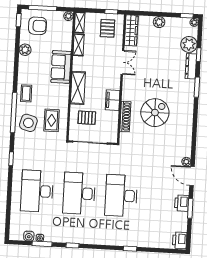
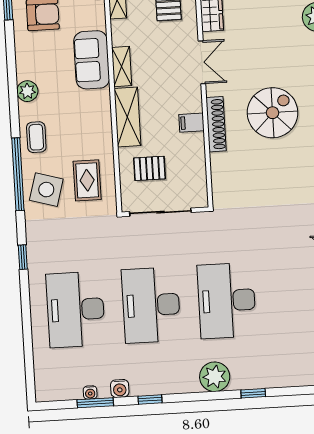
shelving: (79, 45) -> (122, 66), moved
plant: (25, 50) -> (27, 91), moved
sofa: (61, 67) -> (92, 60), moved
filing cabinet: (113, 100) -> (191, 123), width x0.50
spiral stairs: (155, 113) -> (273, 113), moved
shoe rack: (125, 116) -> (216, 124), moved
water cooler: (29, 236) -> (120, 388), moved
plant: (110, 237) -> (215, 377), added

